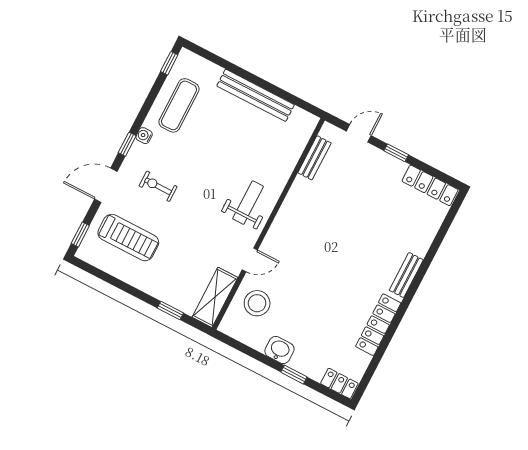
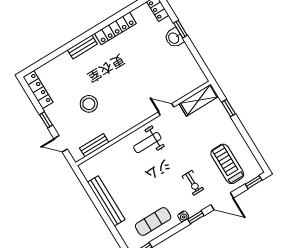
stool: (257, 303) -> (89, 104), moved
washbasin: (279, 350) -> (174, 38), moved

